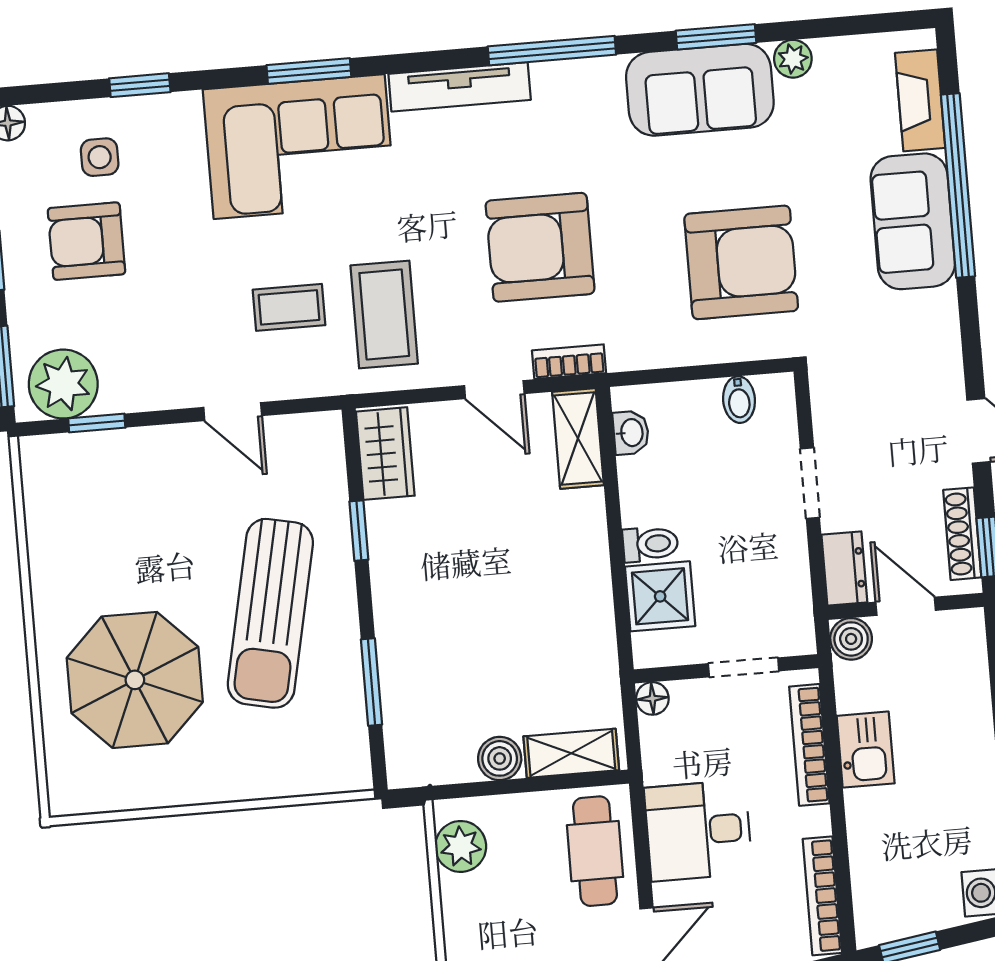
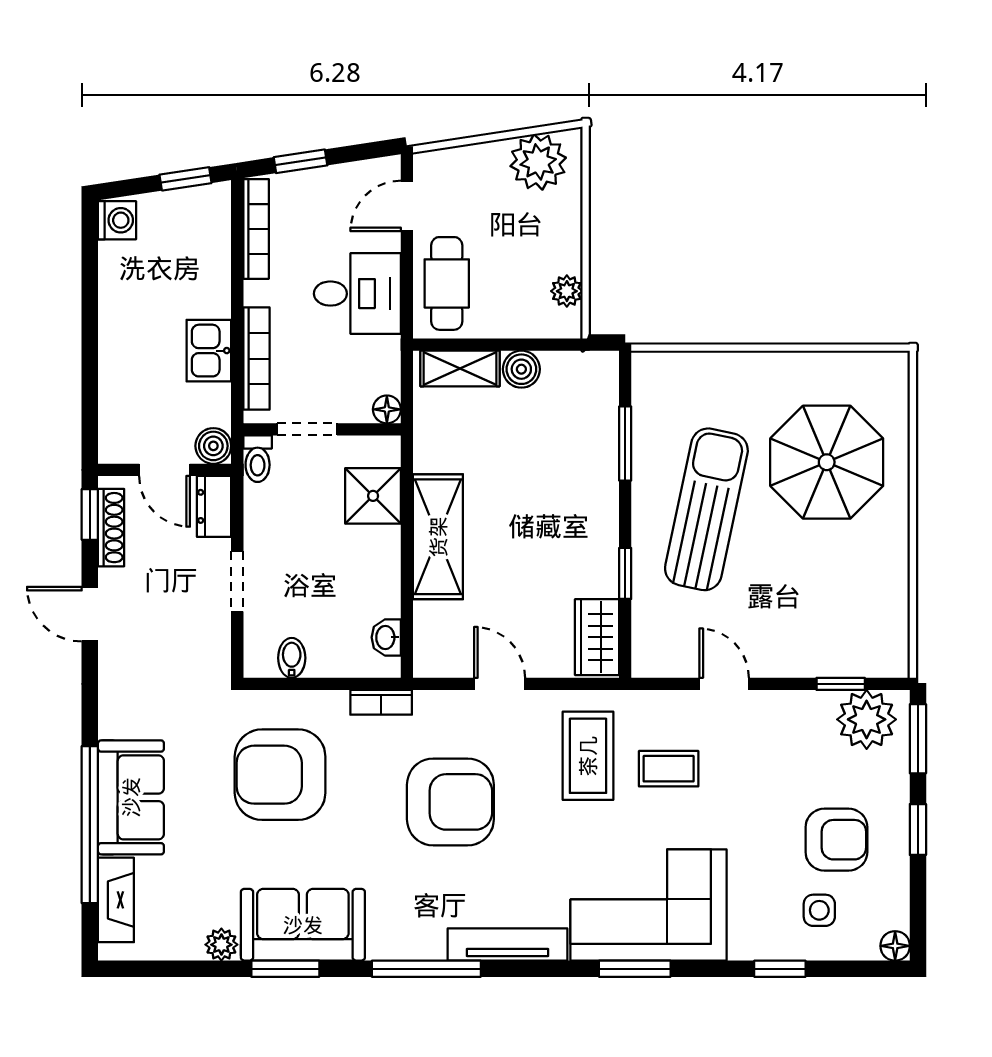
bookcase: (569, 362) -> (381, 702), moved
shelving: (578, 439) -> (438, 537), moved, width x1.50, depth x1.33
toilet: (650, 544) -> (258, 459), moved, turned -90
plant: (461, 846) -> (567, 291), width x0.73, depth x0.73

